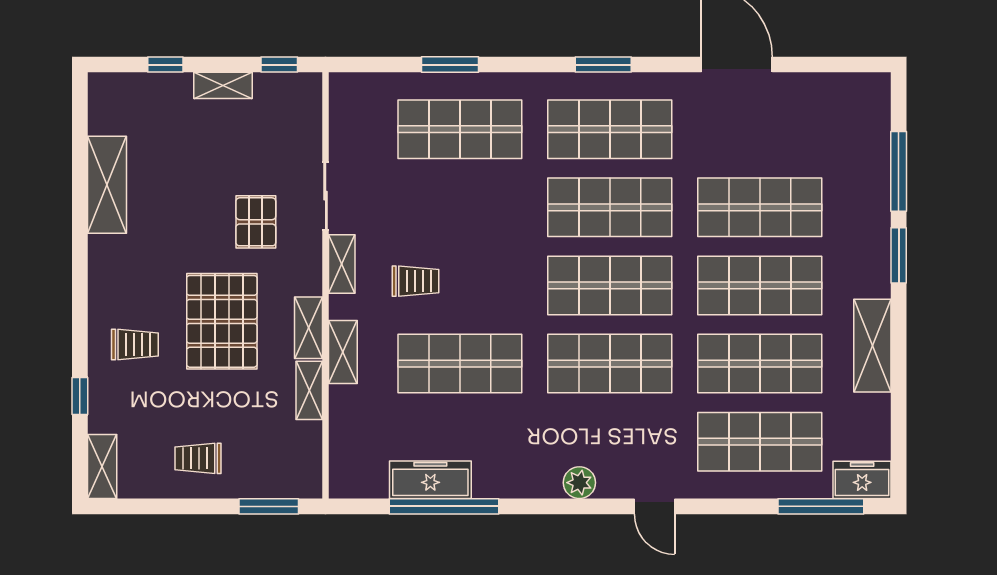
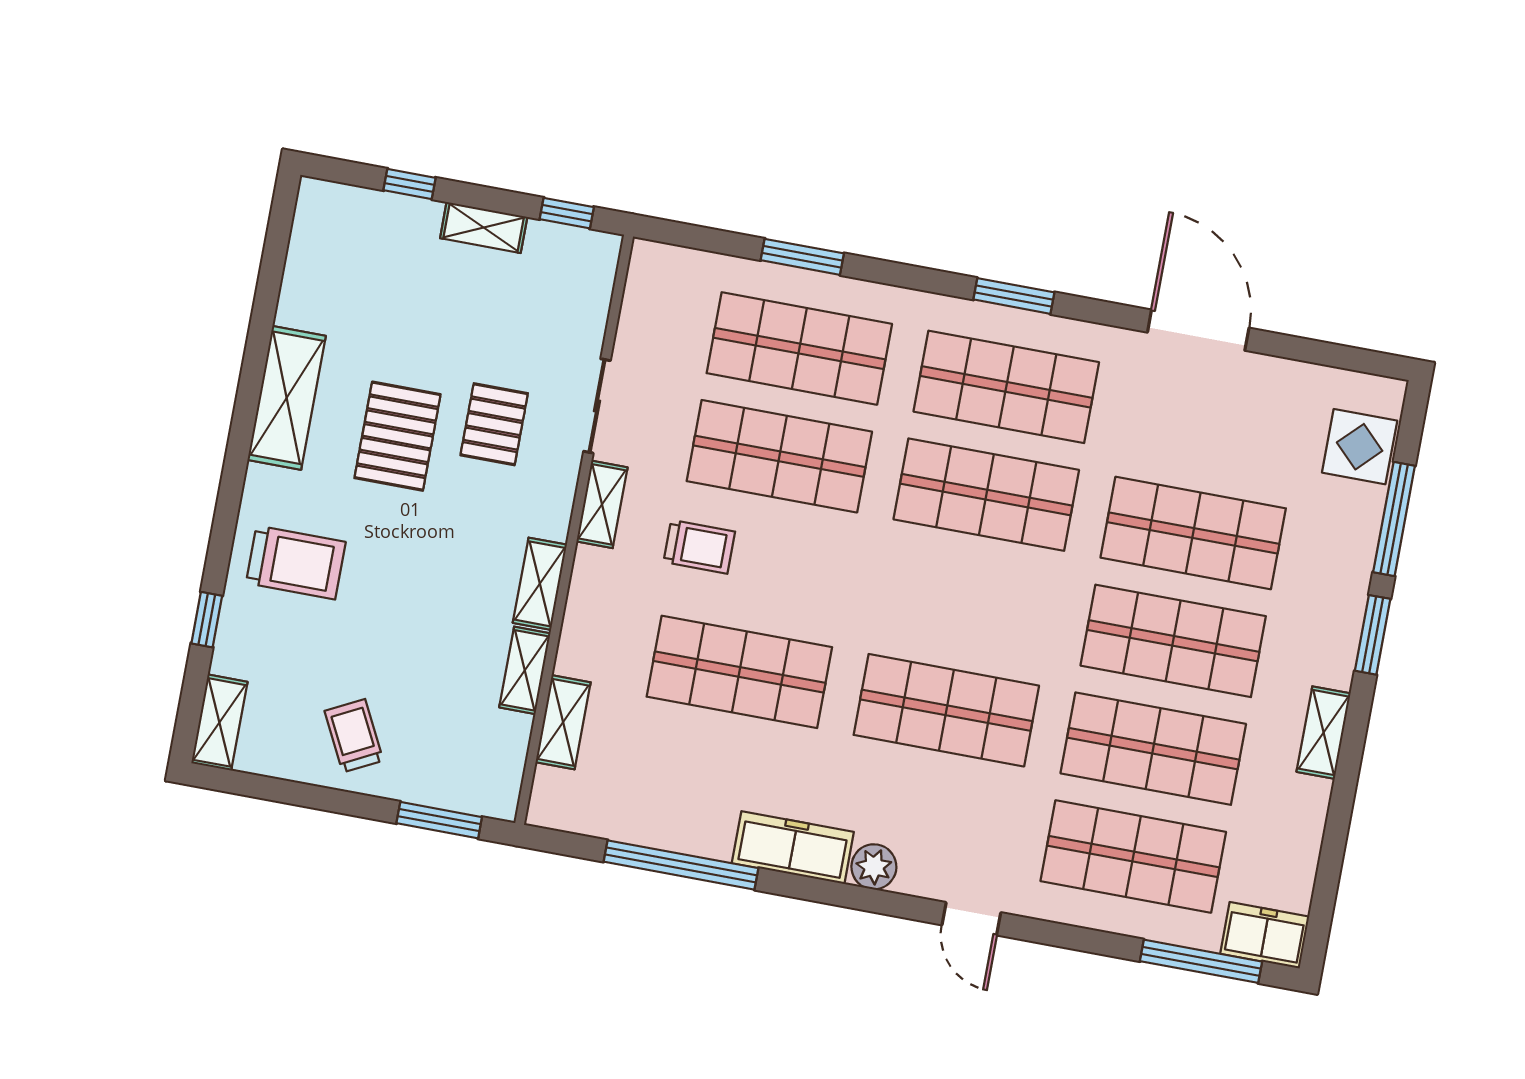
display table: (865, 125) -> (1360, 447), added
shelving: (107, 185) -> (287, 398), moved
shop shelf: (610, 285) -> (779, 456), moved
pallet: (222, 321) -> (398, 436), moved, width x0.73, depth x0.71
trolley: (135, 345) -> (296, 563), width x1.36, depth x1.39
shelving: (872, 346) -> (1324, 733), width x0.67, depth x0.75
shelving: (343, 352) -> (563, 722), moved
trolley: (198, 458) -> (354, 736), turned 63
freezer: (430, 480) -> (793, 848), moved

